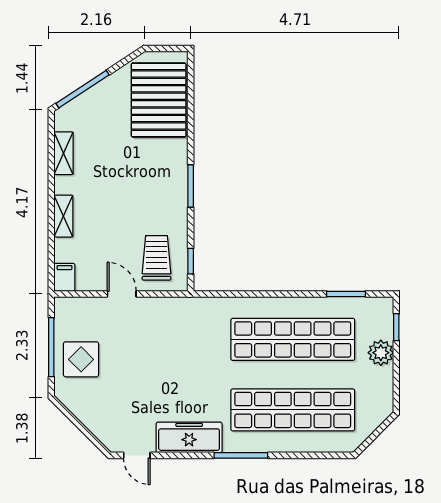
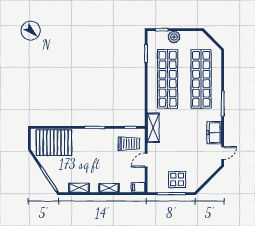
trolley: (157, 258) -> (129, 144), turned 180
shelving: (190, 309) -> (153, 128), added
freezer: (189, 437) -> (214, 133), width x0.71

